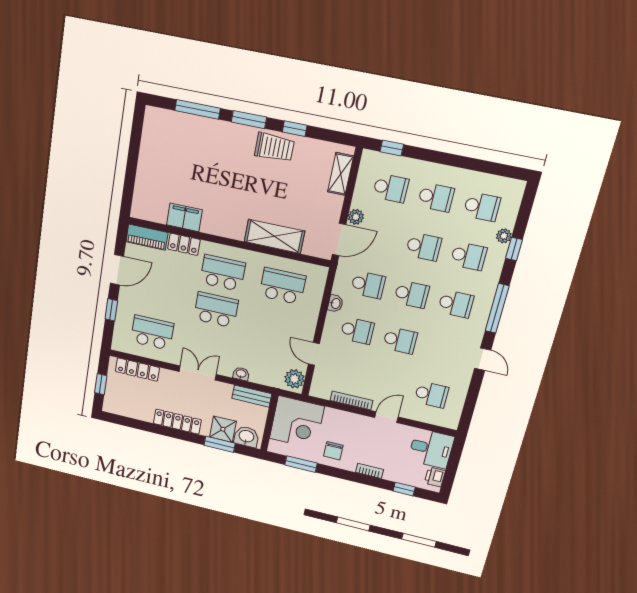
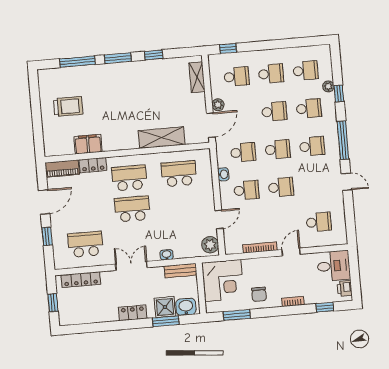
trolley: (274, 147) -> (68, 106), moved
door: (314, 354) -> (219, 219), swing flipped
locker: (177, 422) -> (133, 313), width x0.66

